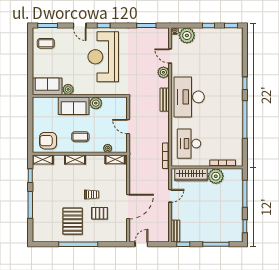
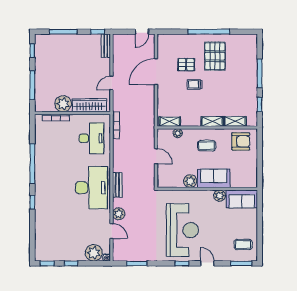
shelving: (43, 160) -> (235, 121), moved

